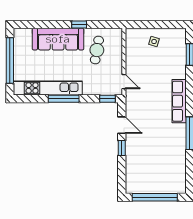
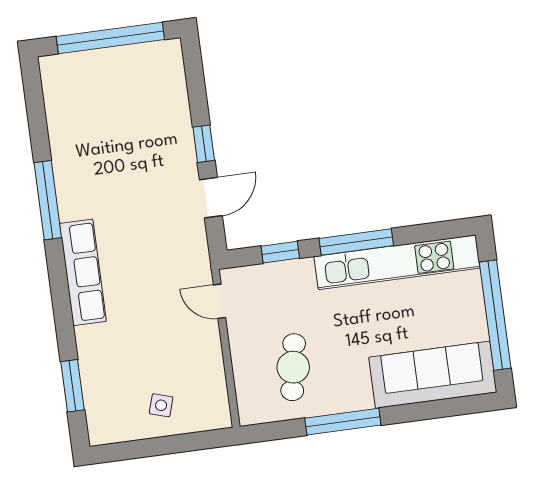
window: (79, 25) -> (343, 422), width x2.17
sofa: (58, 39) -> (433, 375), moved
window: (107, 99) -> (280, 252), moved
door: (122, 125) -> (211, 198), swing flipped

